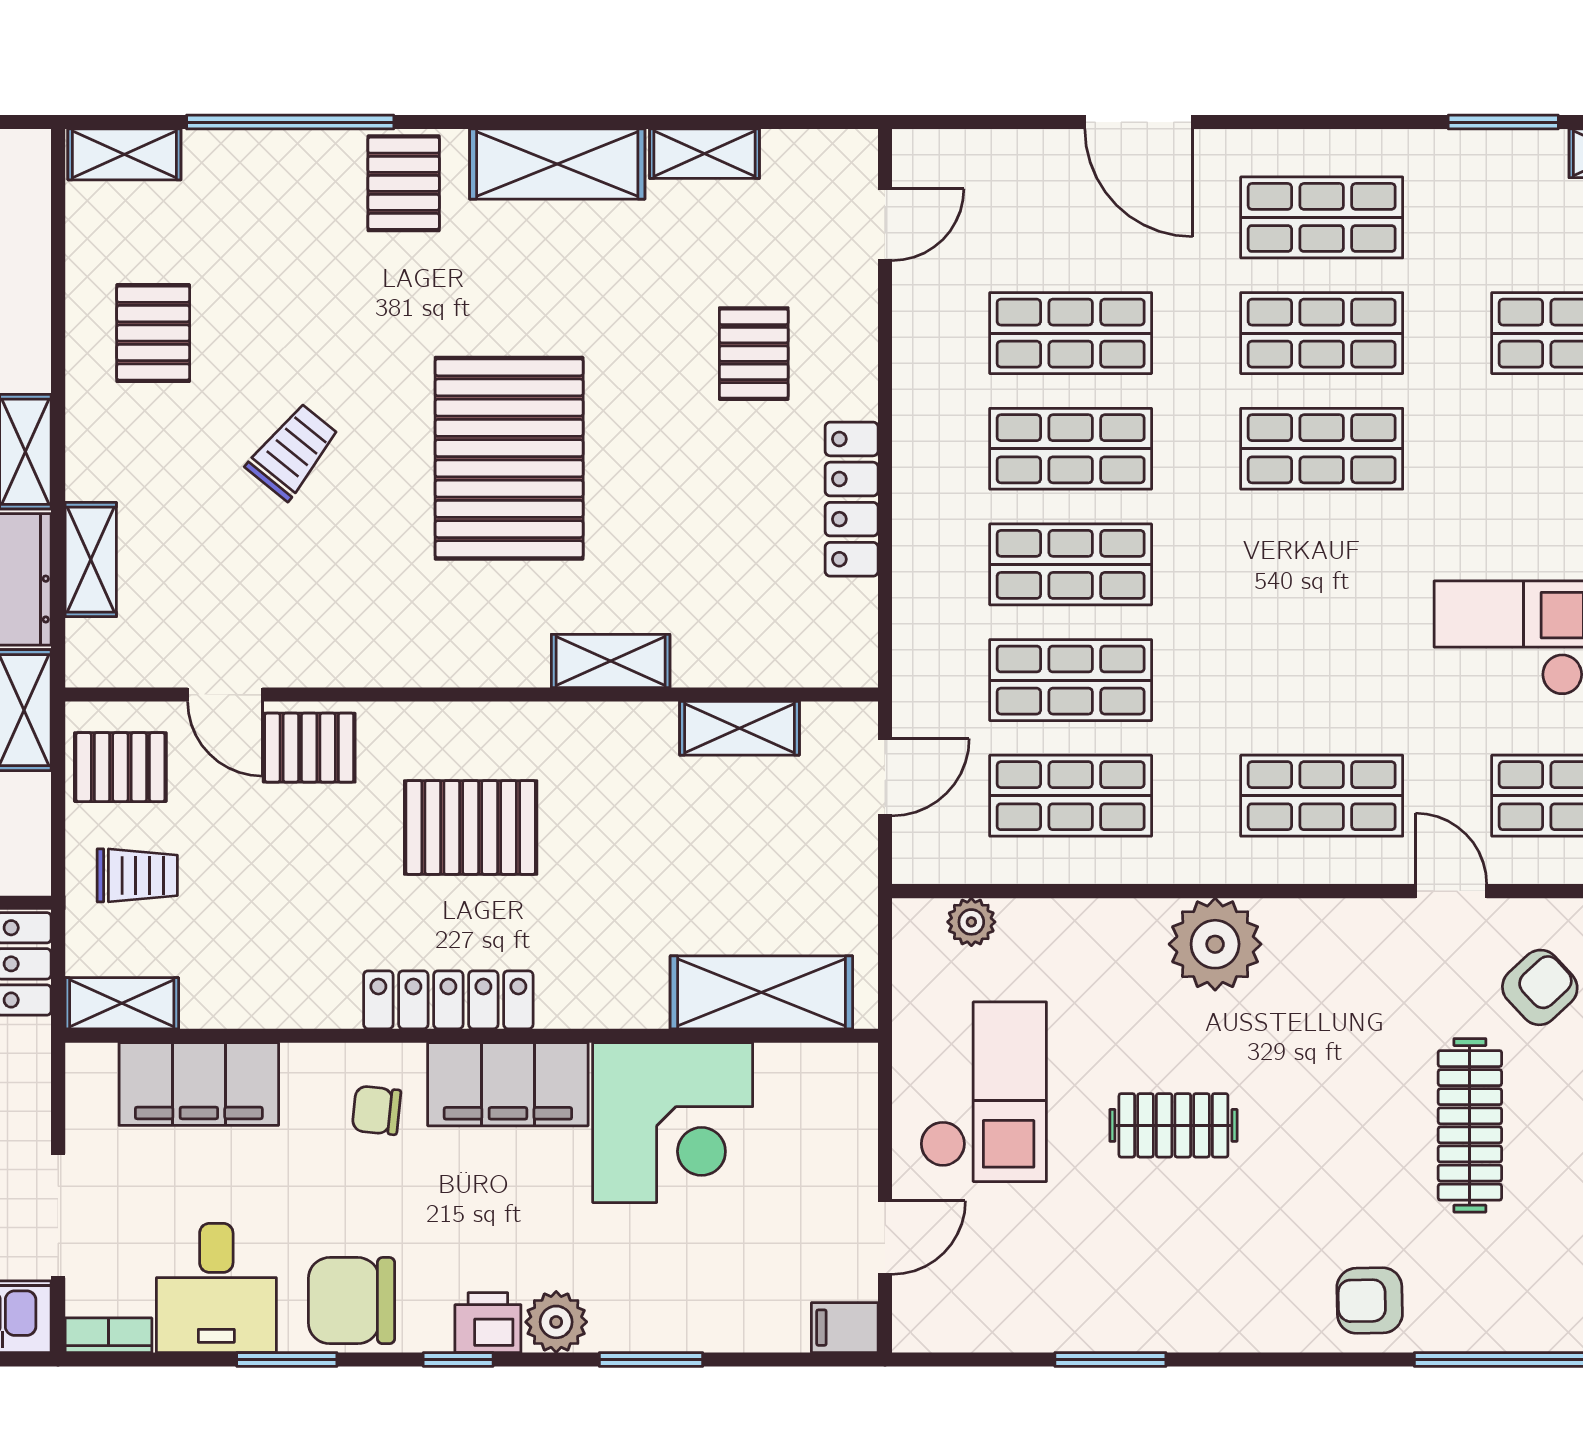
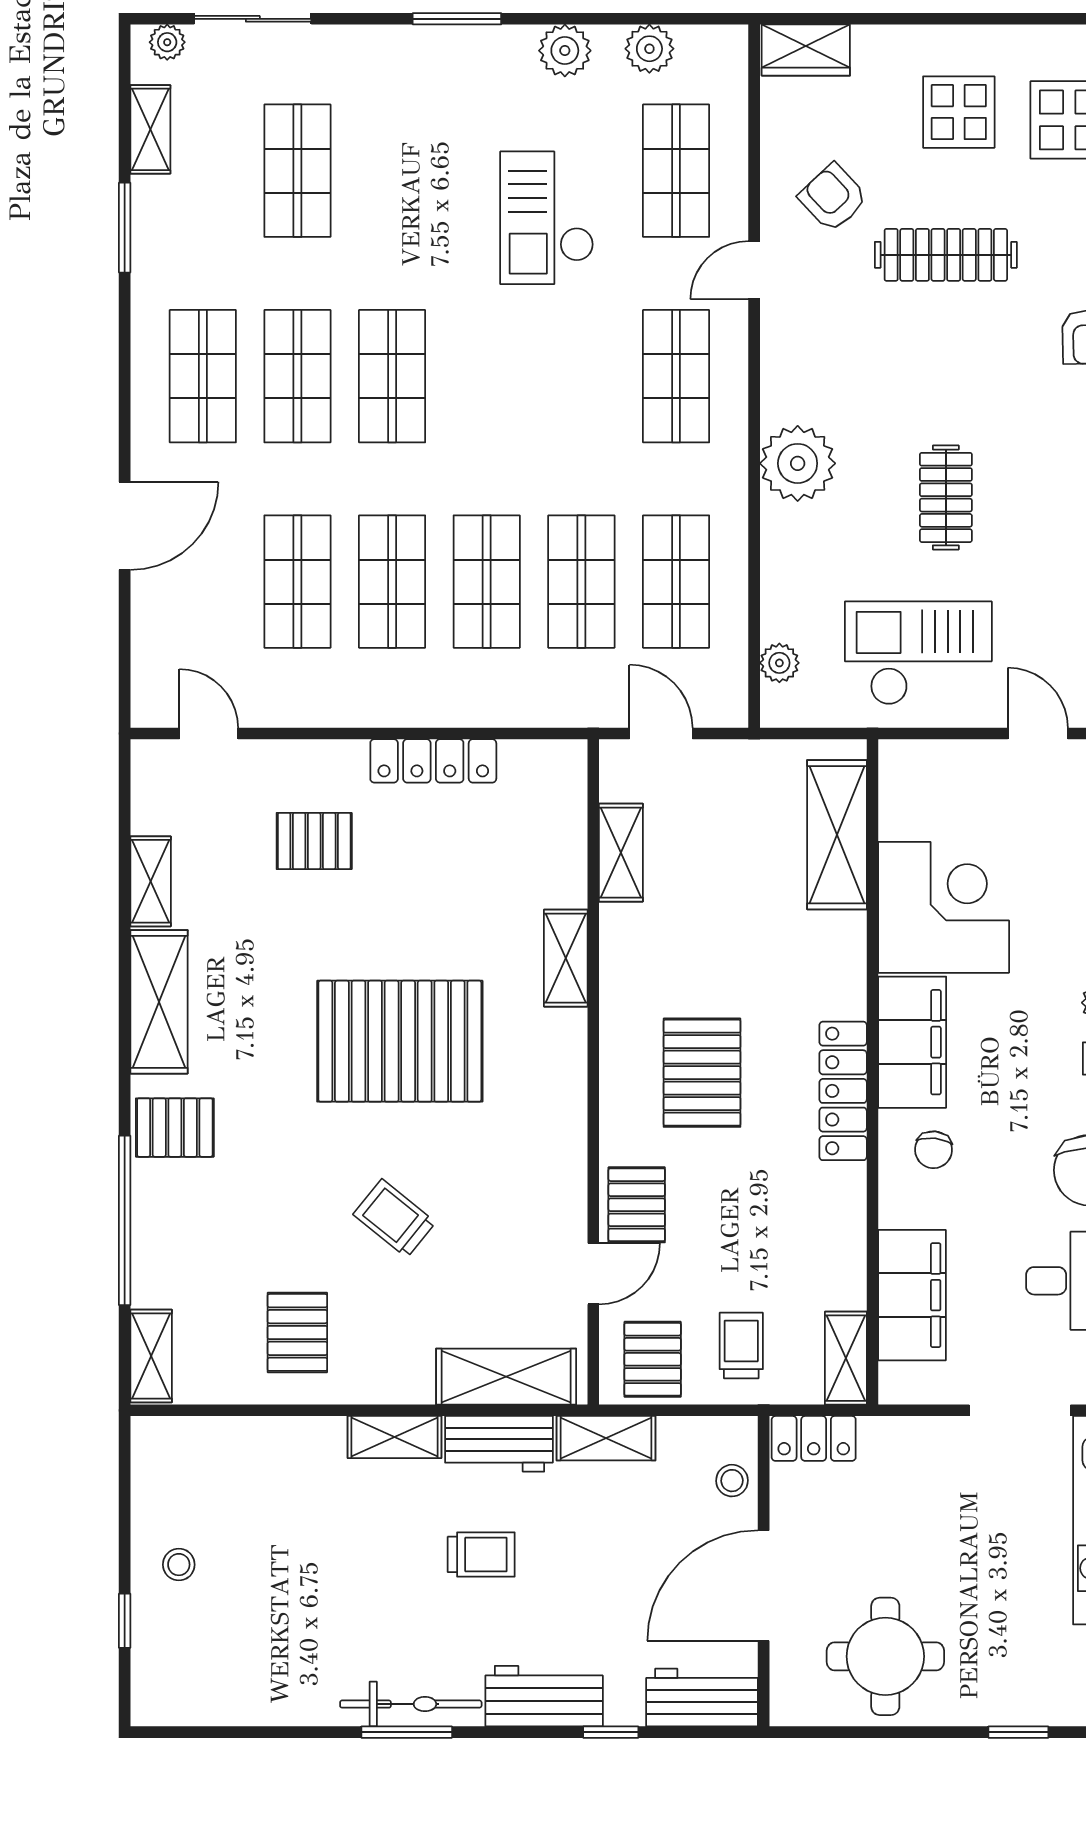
pallet: (153, 333) -> (297, 1332), turned 90
shelving: (91, 560) -> (506, 1377), width x1.50, depth x1.33

